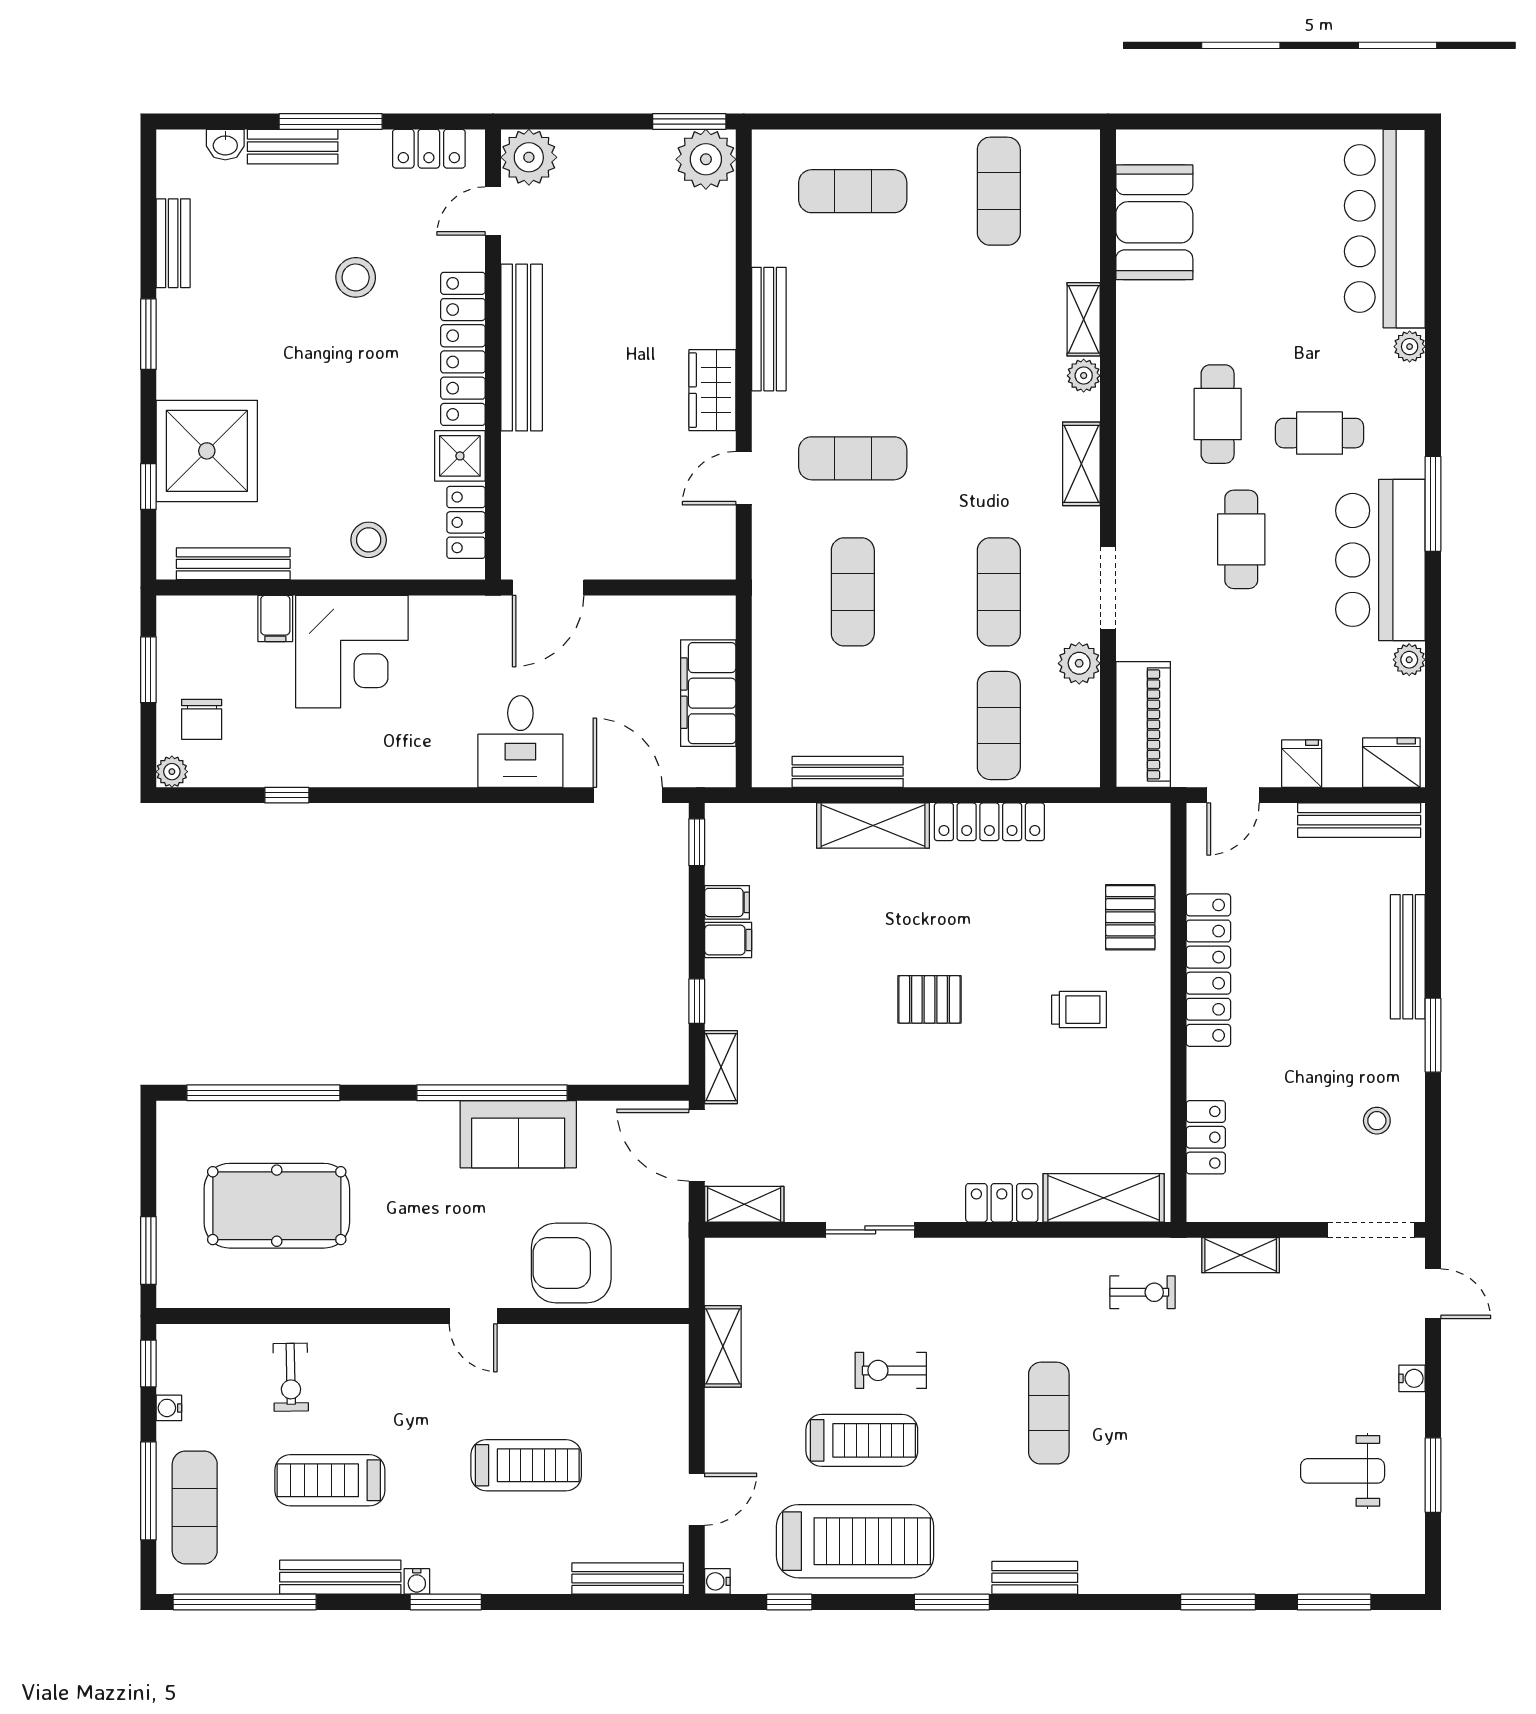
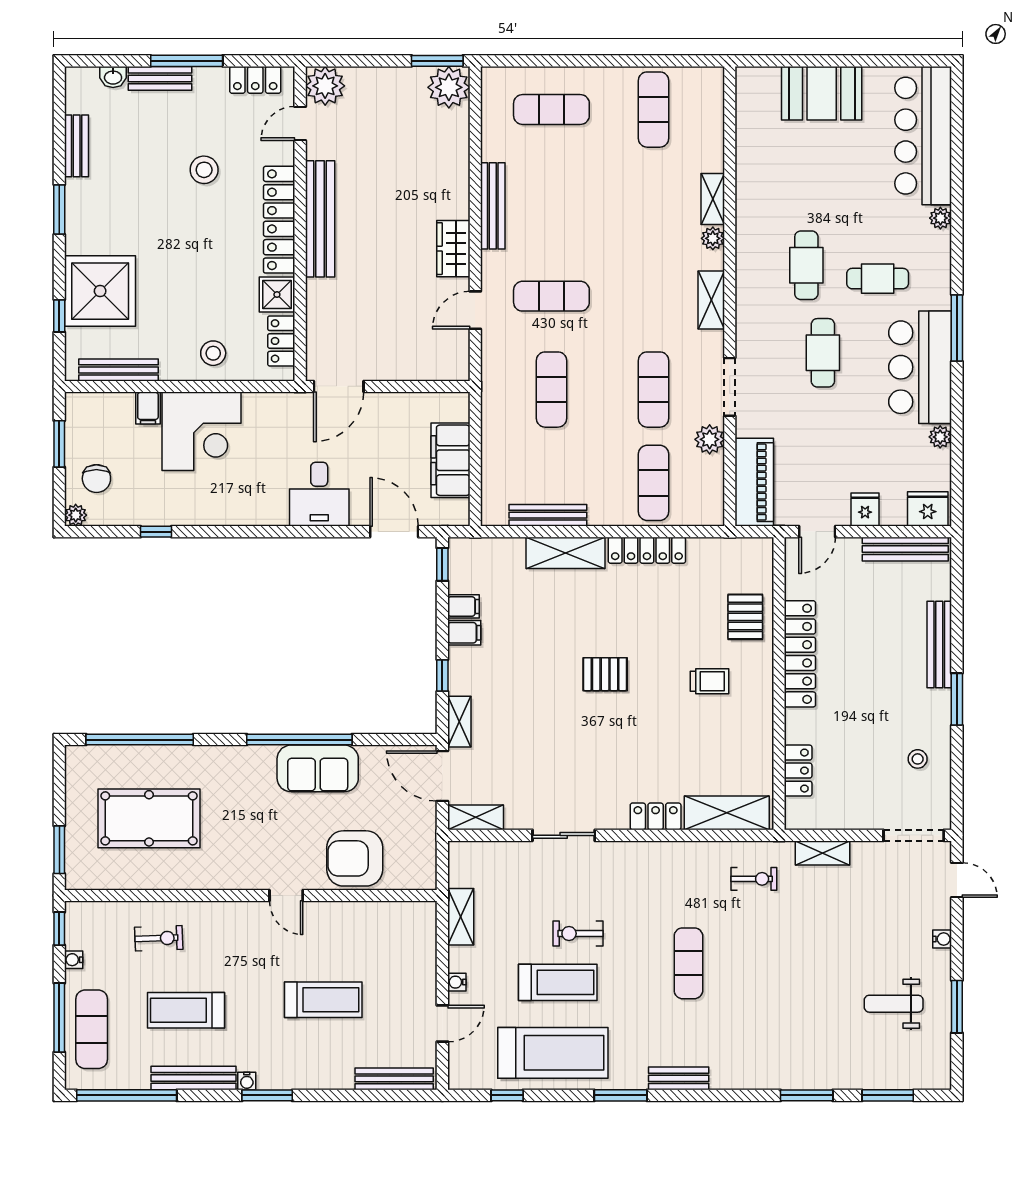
booth: (1154, 222) -> (822, 93), moved, turned 90
exercise bike: (291, 1377) -> (159, 938), turned -91
water cooler: (717, 1581) -> (457, 982), moved

